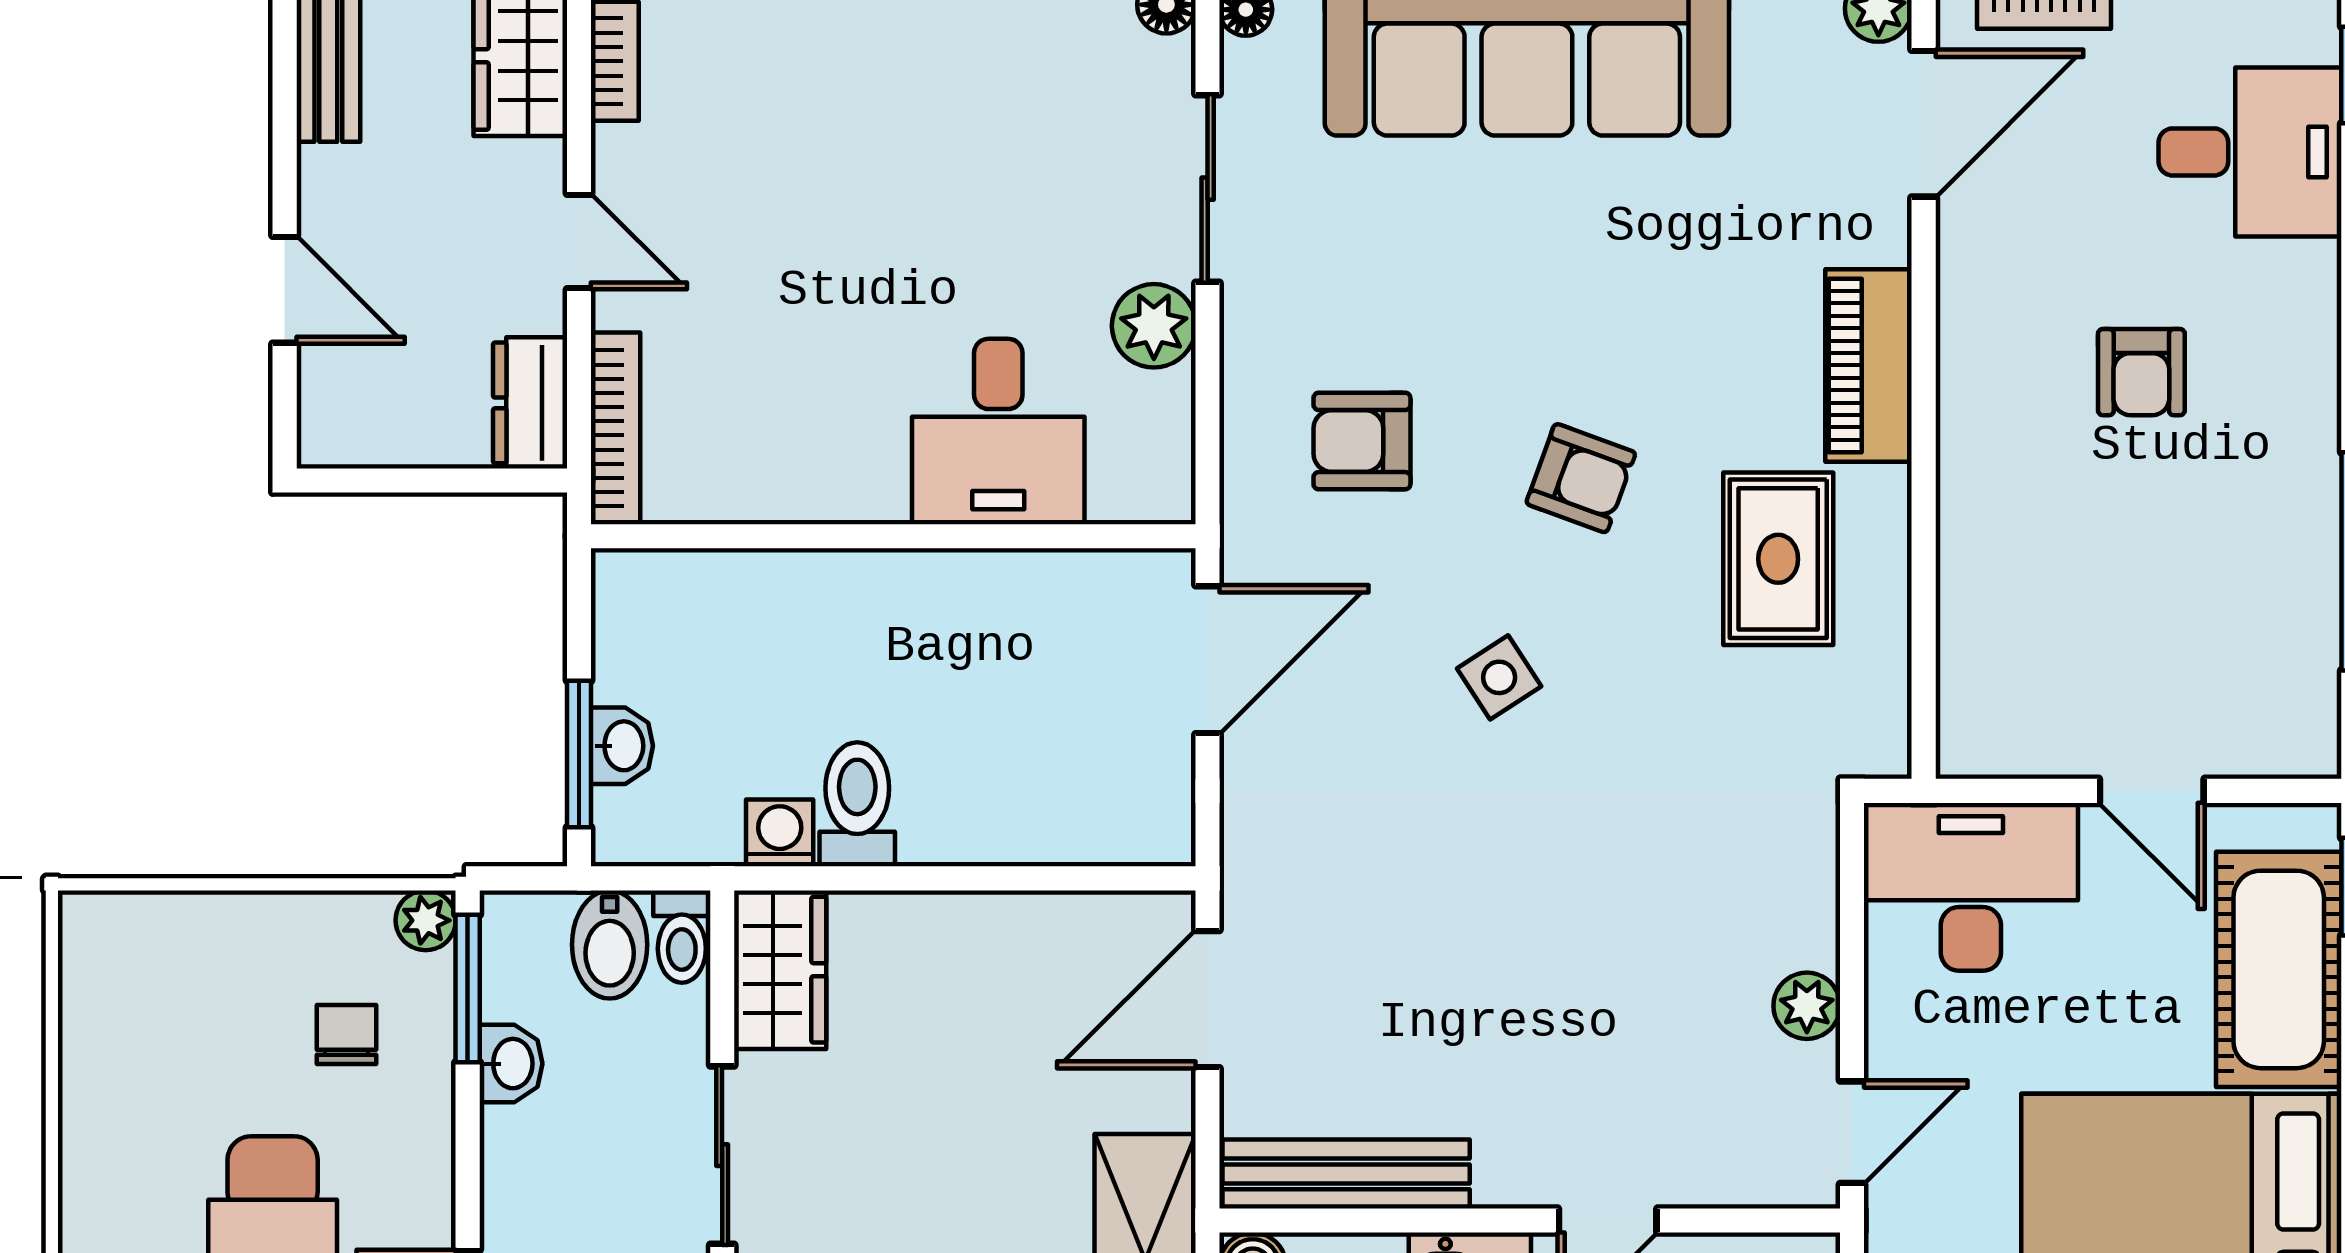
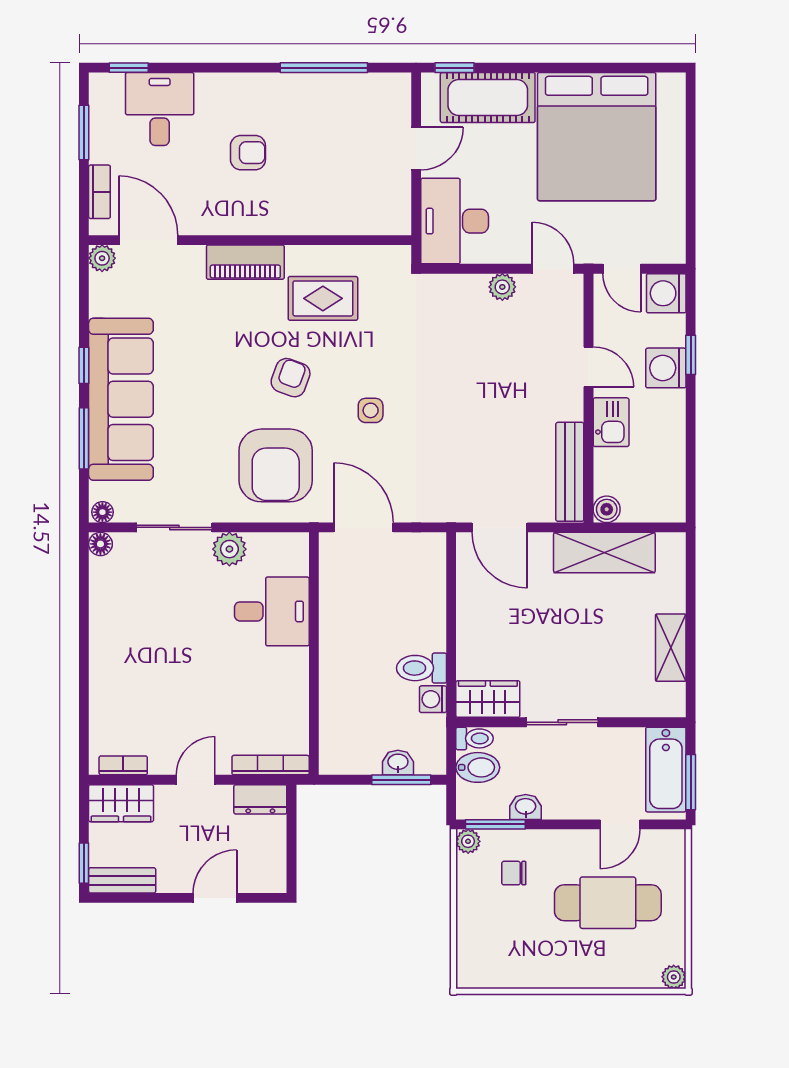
armchair: (1362, 441) -> (276, 465), width x1.88, depth x1.88
side table: (1499, 677) -> (371, 410), turned 33

